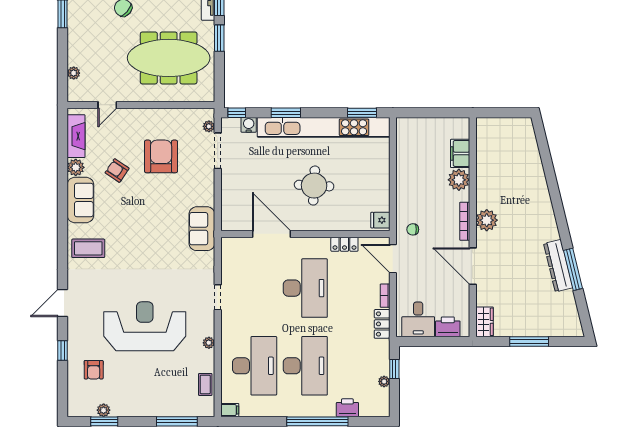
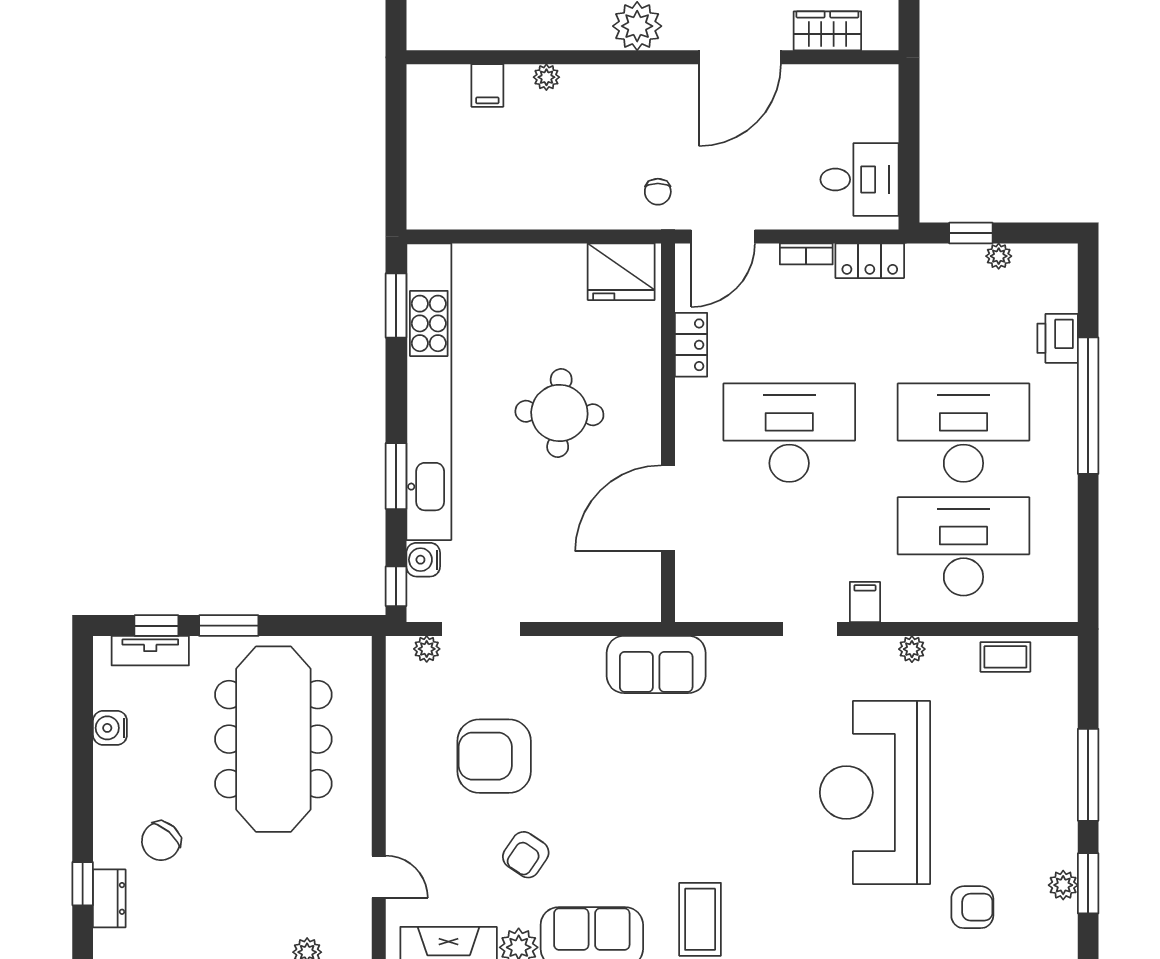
filing cabinet: (460, 153) -> (487, 86), width x0.50
plant: (459, 180) -> (546, 77), width x0.53, depth x0.53
fridge: (380, 220) -> (621, 272), width x1.88, depth x1.34
bookcase: (465, 221) -> (639, 75), removed
wardrobe: (485, 322) -> (827, 31), moved
printer: (448, 327) -> (876, 113), removed
filing cabinet: (230, 410) -> (865, 602), moved
window: (177, 421) -> (1088, 775), moved

